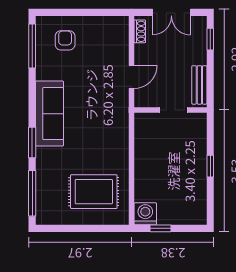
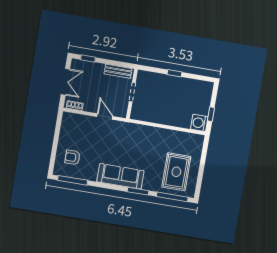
rug: (94, 192) -> (176, 172), moved

